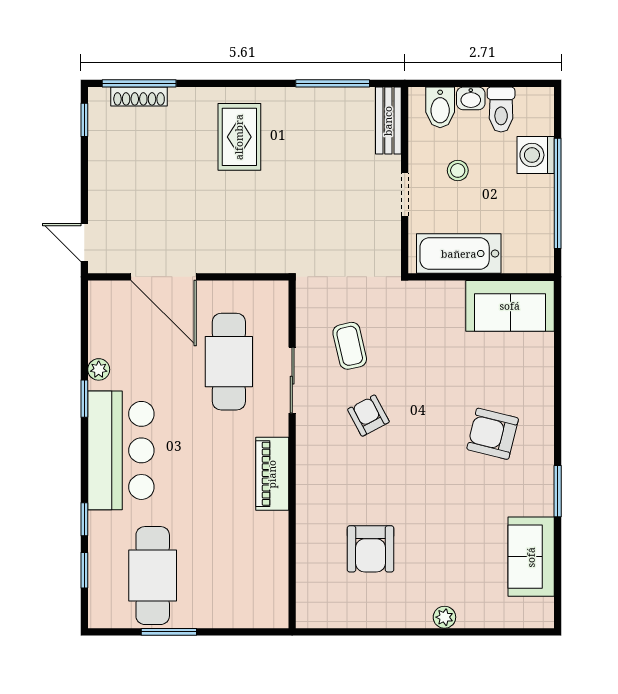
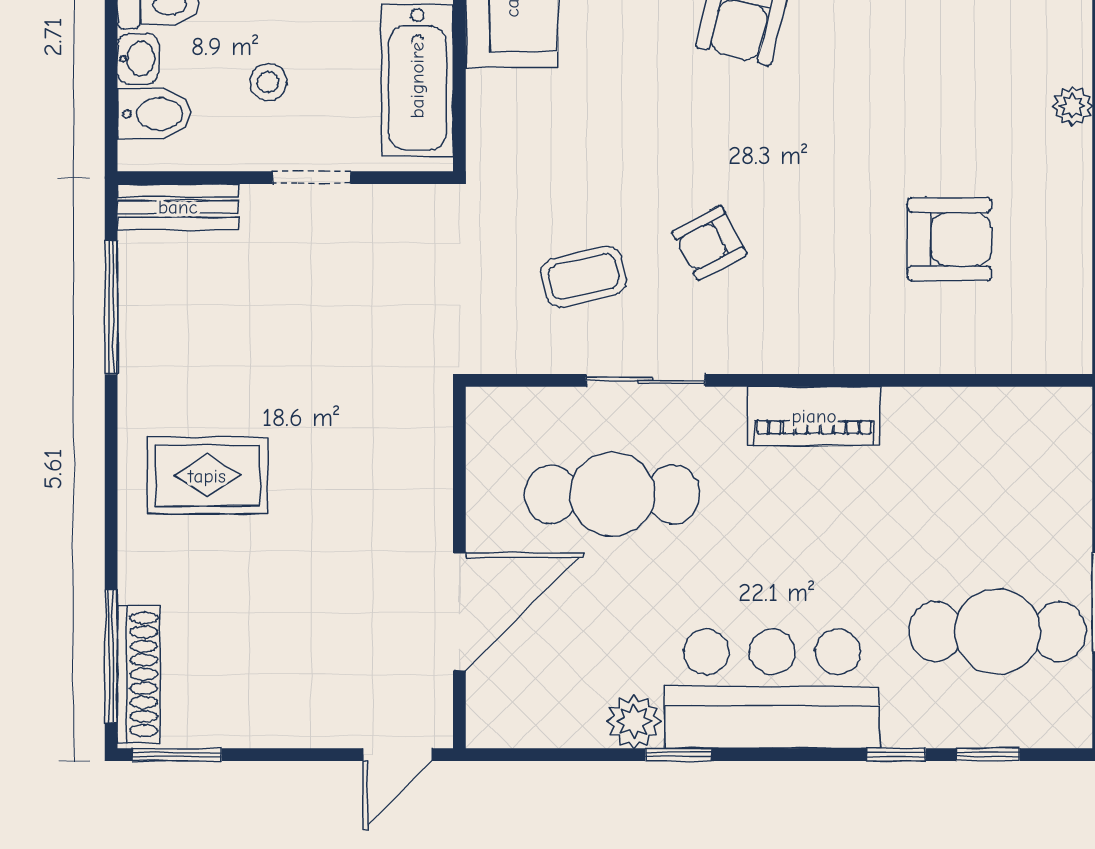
shoe rack: (139, 96) -> (139, 674), width x1.36, depth x1.24
window: (84, 120) -> (177, 755), width x1.50
plant: (99, 369) -> (634, 721), width x1.38, depth x1.38

